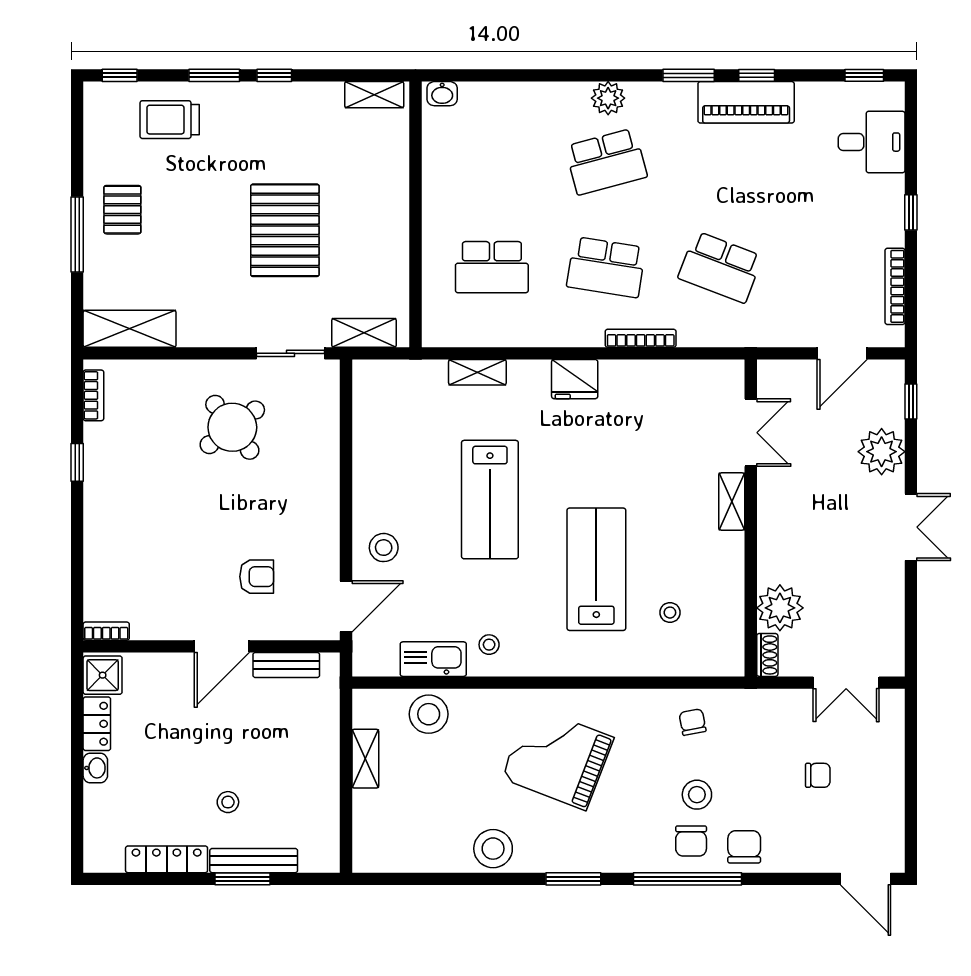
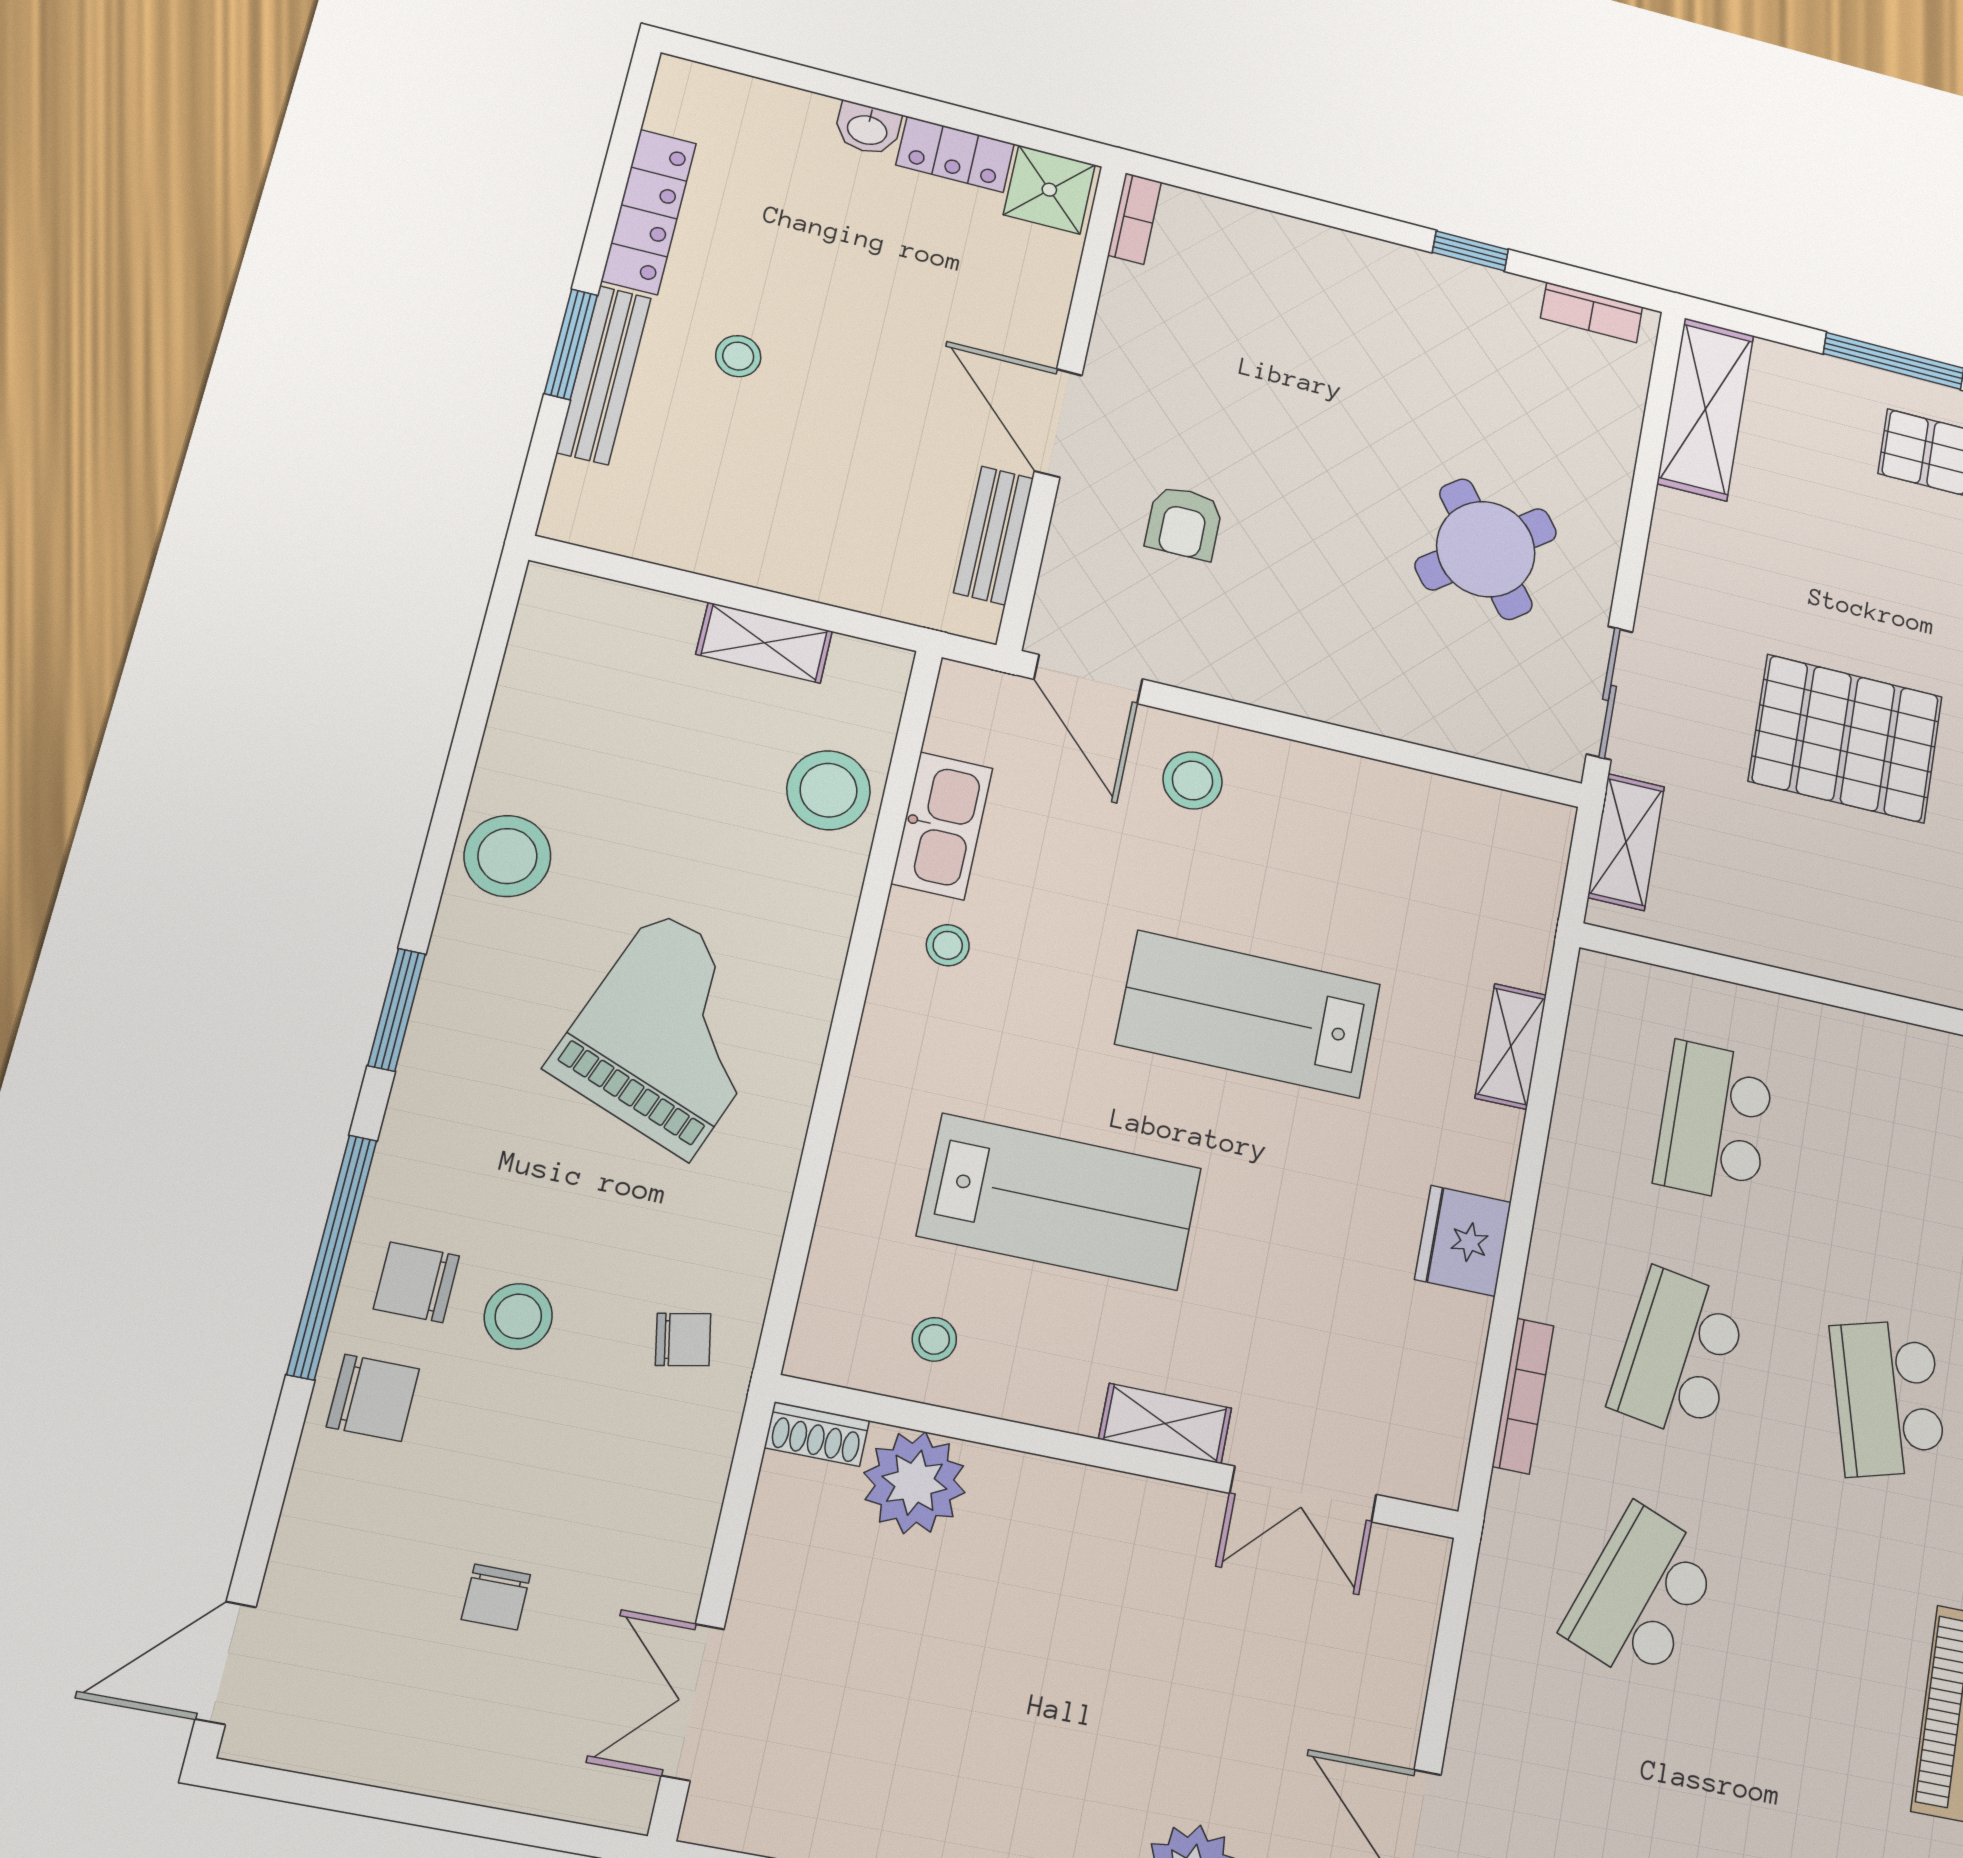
double door: (751, 433) -> (1303, 1494), moved
shelving: (732, 502) -> (1165, 1424), moved
wall: (751, 518) -> (1122, 1458), moved
plant: (780, 608) -> (914, 1483), moved
shoe rack: (767, 655) -> (817, 1434), moved

